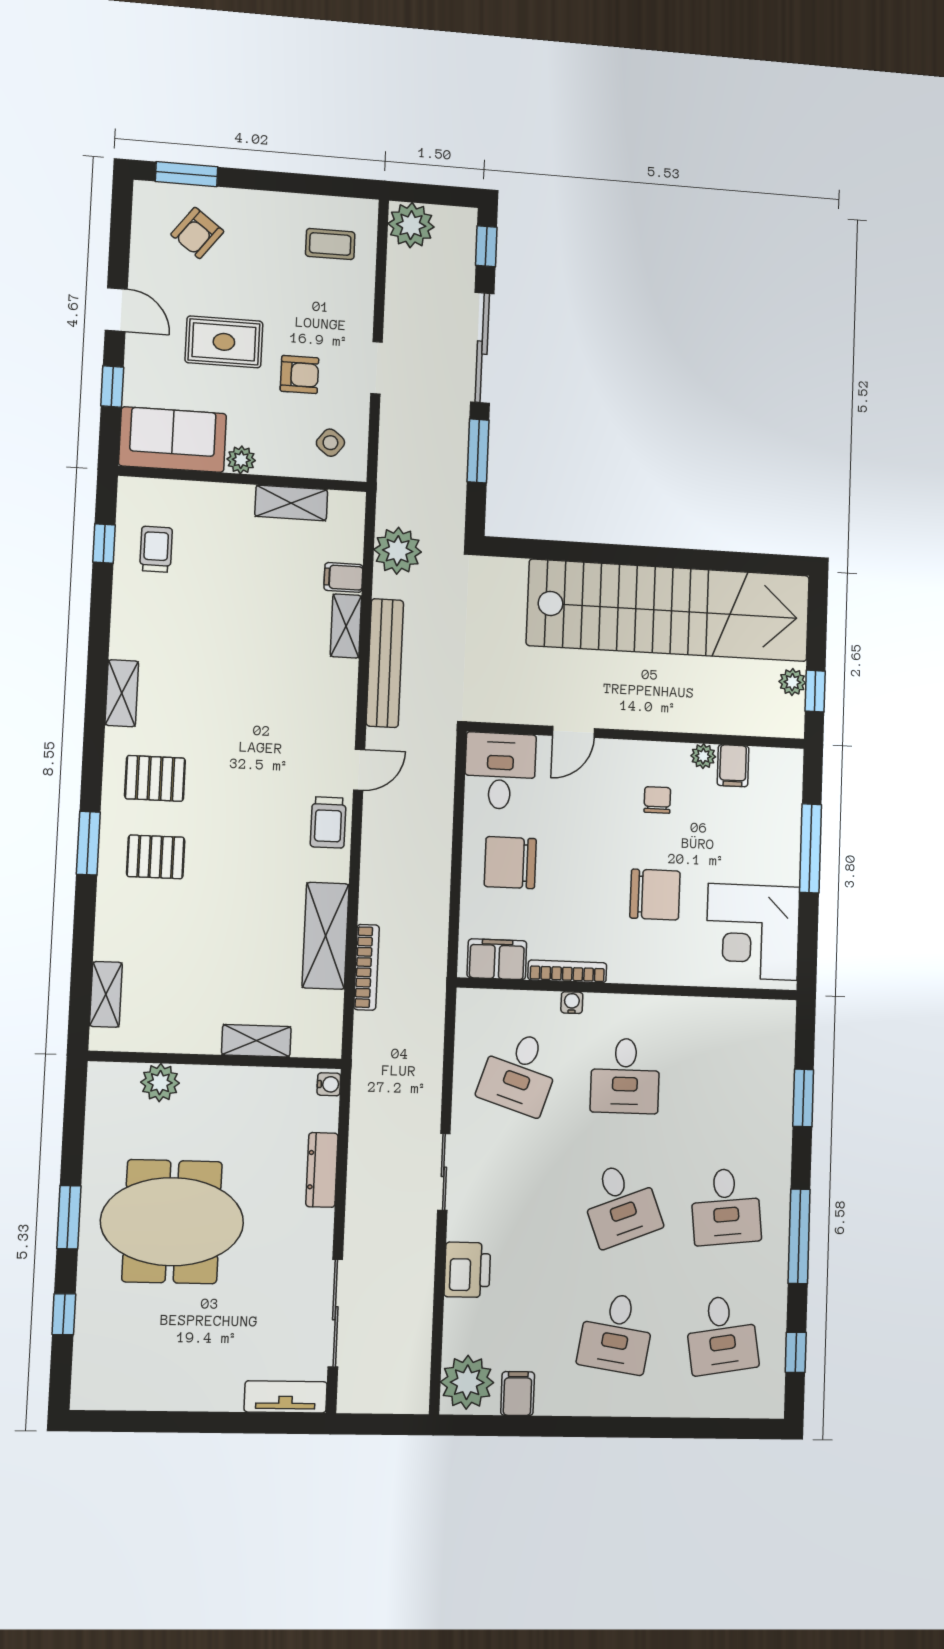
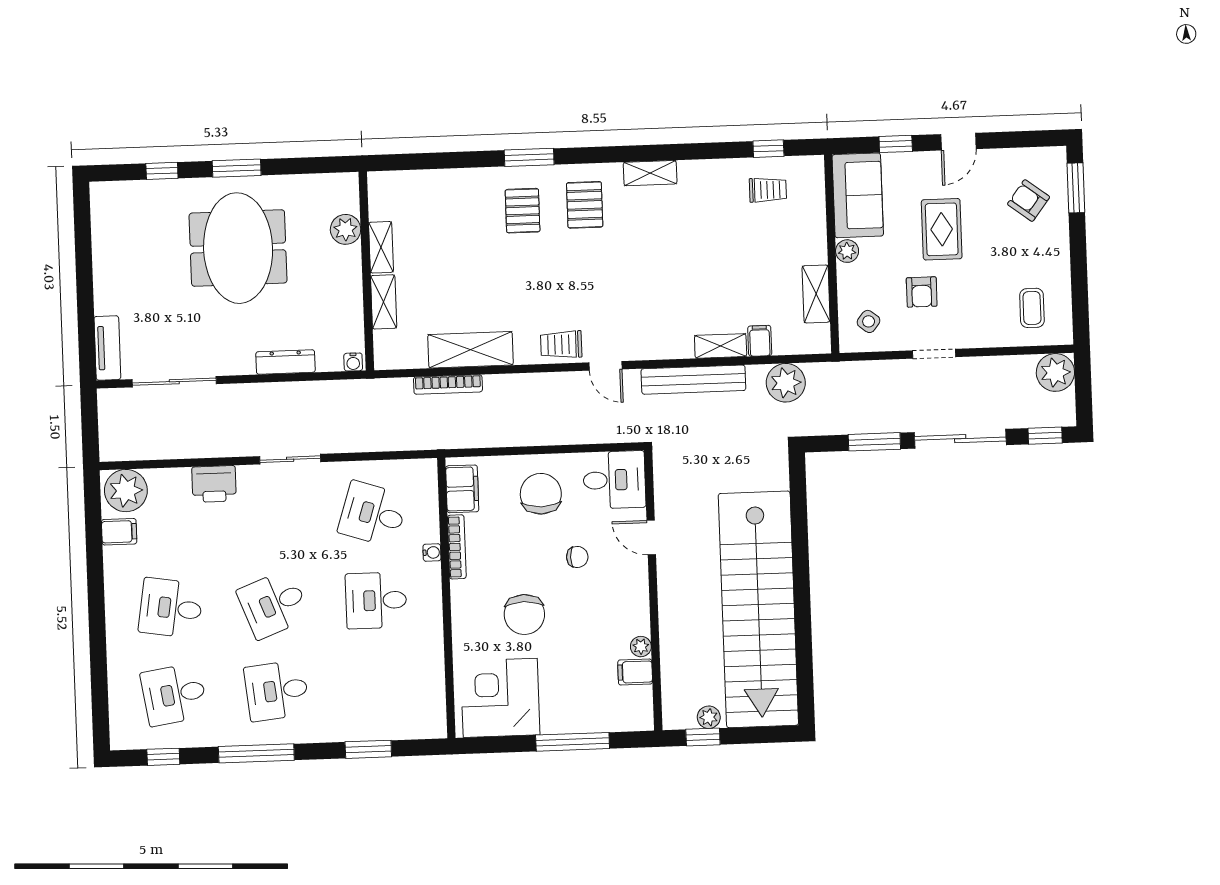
chair: (657, 800) -> (577, 557), moved
shelving: (106, 994) -> (381, 247), moved, turned 90

